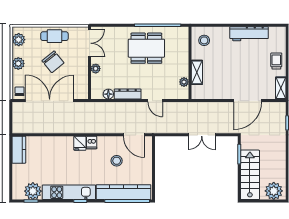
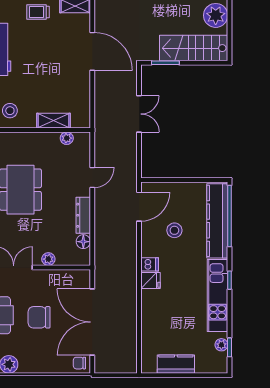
chair: (53, 62) -> (39, 317), turned -141
plant: (18, 64) -> (41, 365), removed
kitchen counter: (19, 150) -> (176, 364), moved
plant: (33, 191) -> (221, 345), width x0.53, depth x0.53

